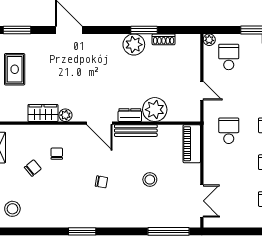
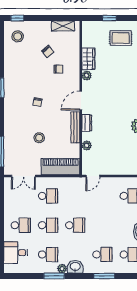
door: (202, 91) -> (93, 176), moved
plant: (155, 110) -> (87, 146), width x0.53, depth x0.53
school desk: (229, 131) -> (48, 196), moved
piano: (192, 144) -> (60, 167), width x1.37, depth x1.33

